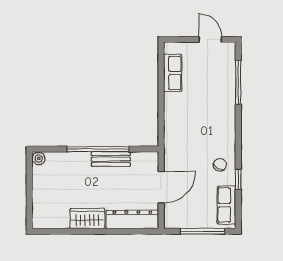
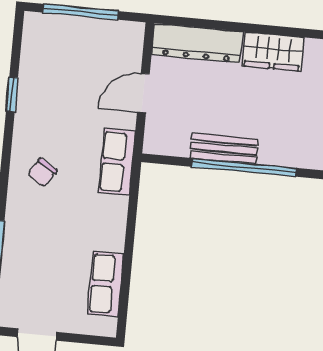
chair: (220, 165) -> (42, 173), moved
door: (161, 187) -> (143, 93), width x0.73
row of seats: (226, 205) -> (117, 162), moved, turned 180

